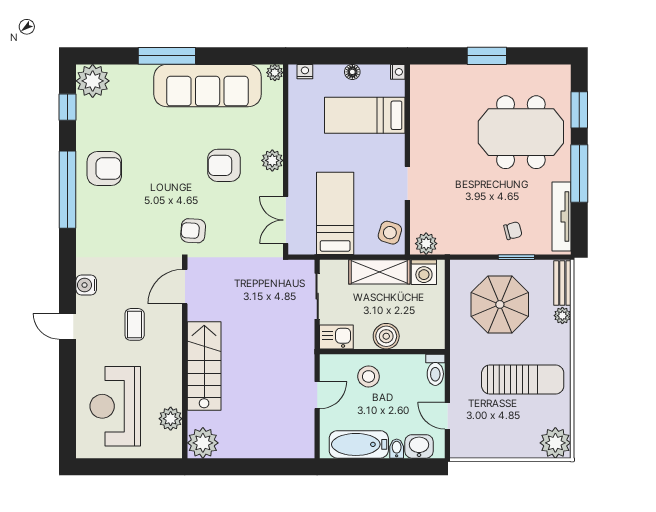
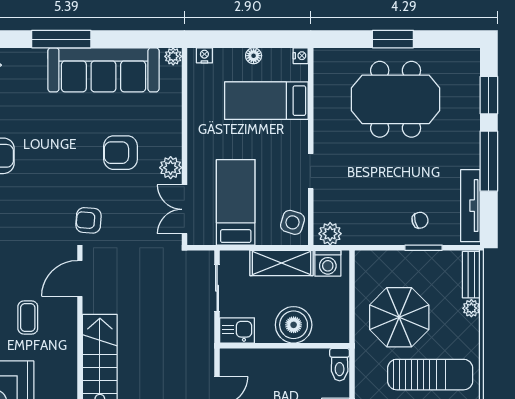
meeting table: (521, 132) -> (396, 99), moved
plant: (272, 160) -> (171, 168), moved
parasol: (500, 304) -> (399, 317), moved
boiler: (386, 336) -> (294, 325), width x1.37, depth x1.37
stool: (368, 376) -> (270, 371), removed

